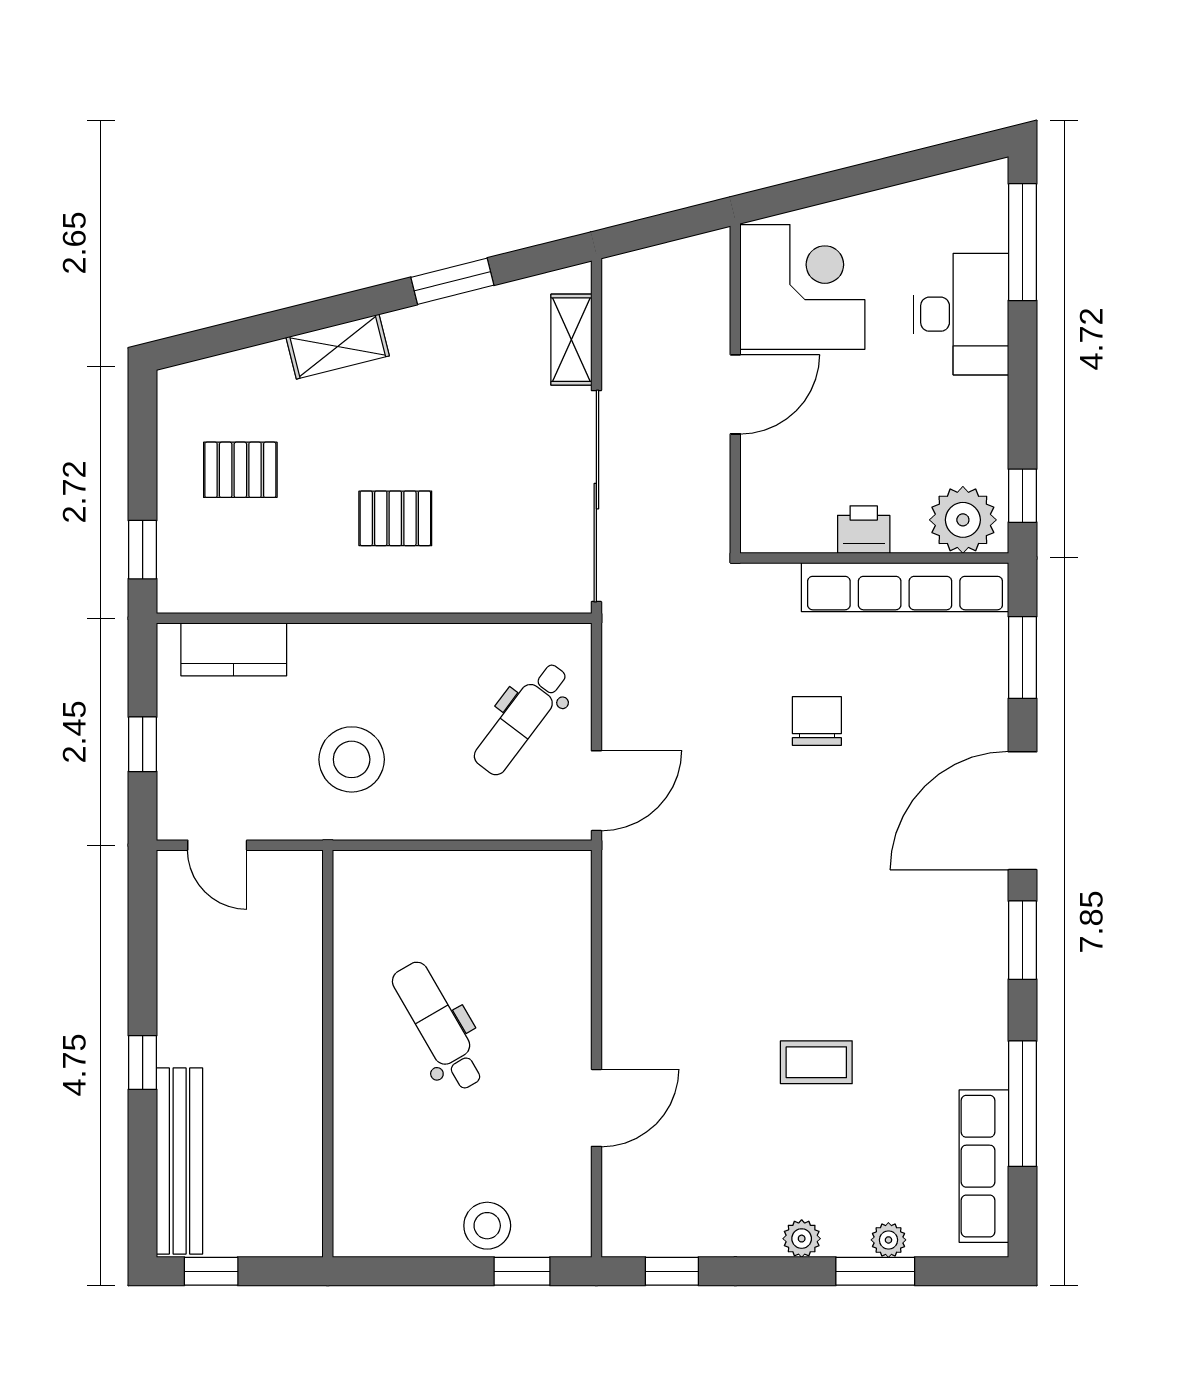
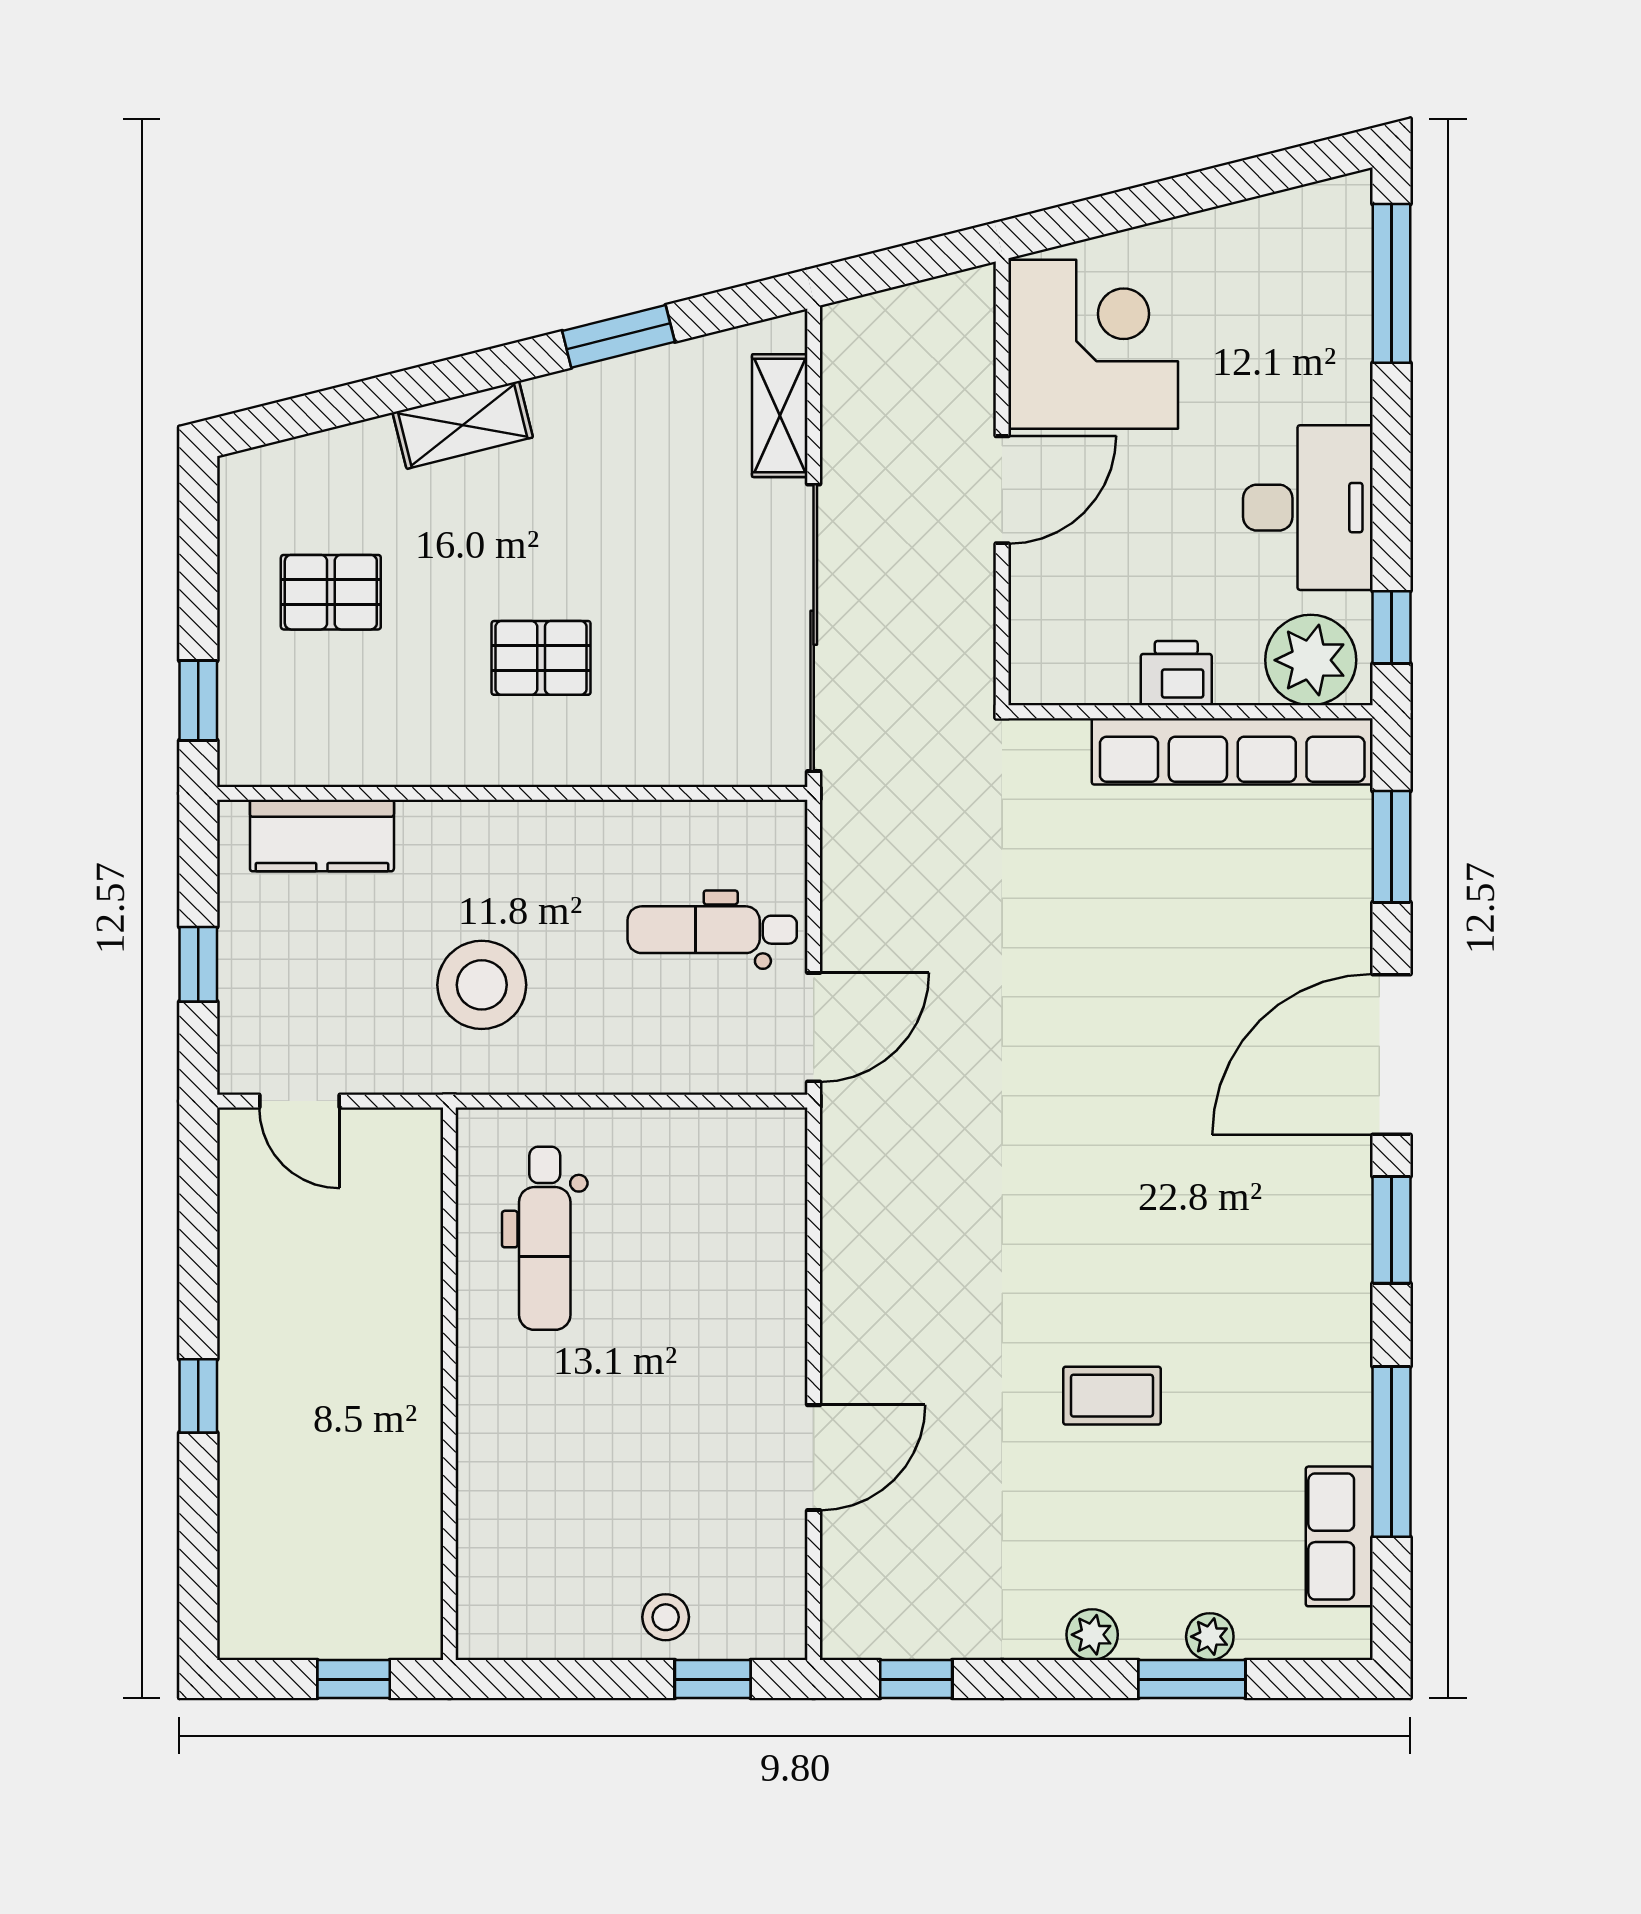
desk: (961, 314) -> (1308, 508), moved
dental chair: (522, 719) -> (712, 930), turned 53
chair: (817, 721) -> (1113, 933), removed
dental chair: (438, 1026) -> (545, 1238), moved, turned -150
bench: (180, 1161) -> (248, 1529), removed
row of seats: (984, 1166) -> (1339, 1536), width x0.68
stool: (487, 1226) -> (666, 1617), width x0.73, depth x0.73
window: (211, 1271) -> (354, 1679), moved

